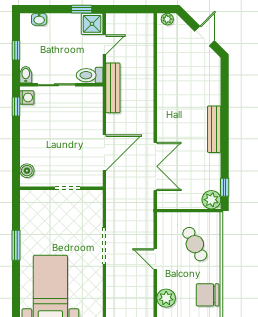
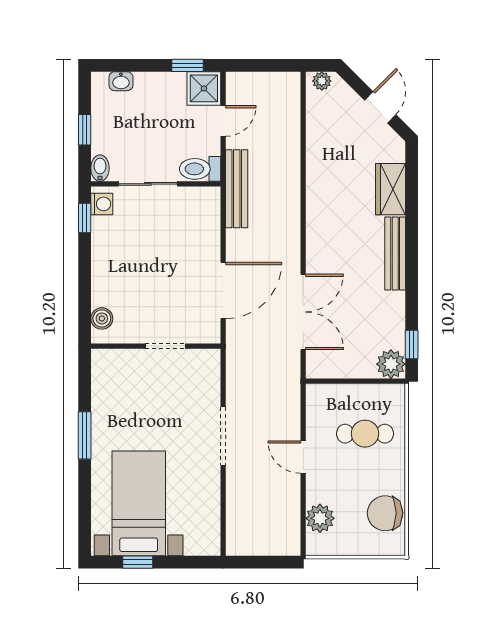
wardrobe: (211, 88) -> (391, 189), added
cafe table: (195, 244) -> (365, 434), turned -62

